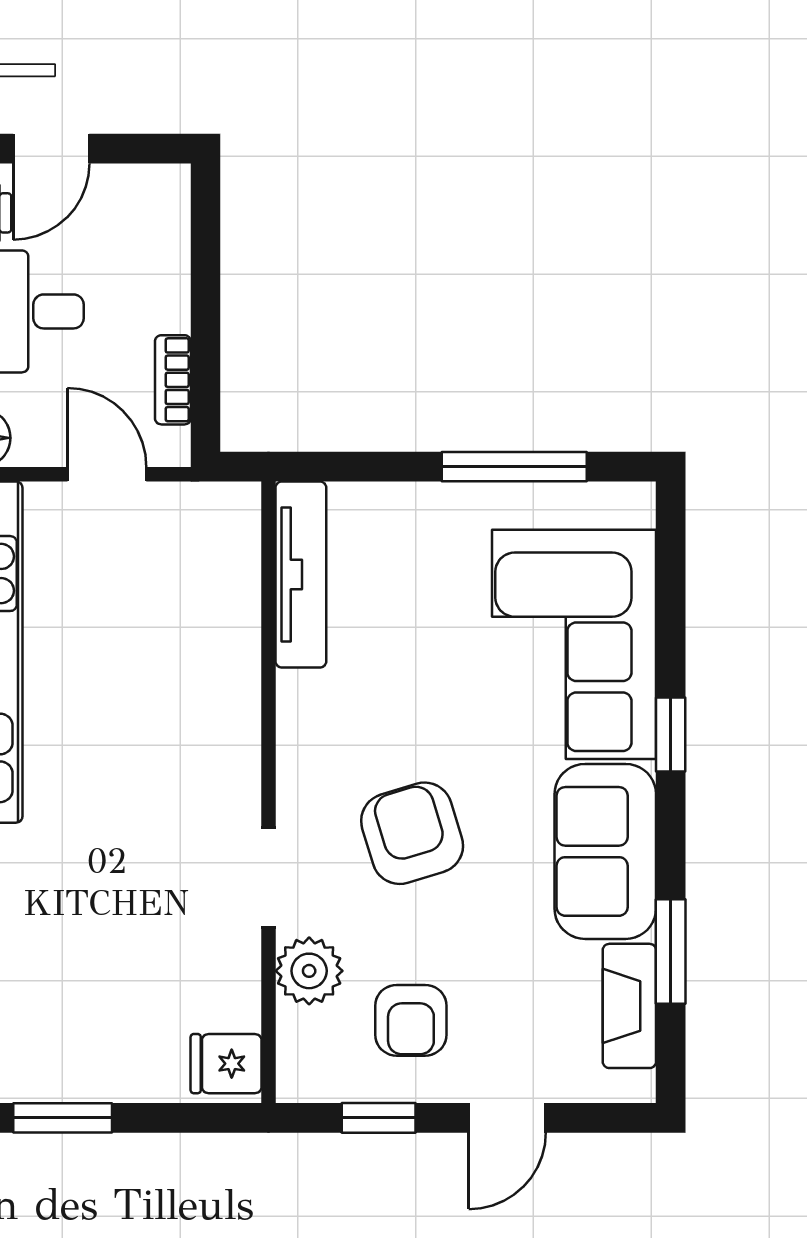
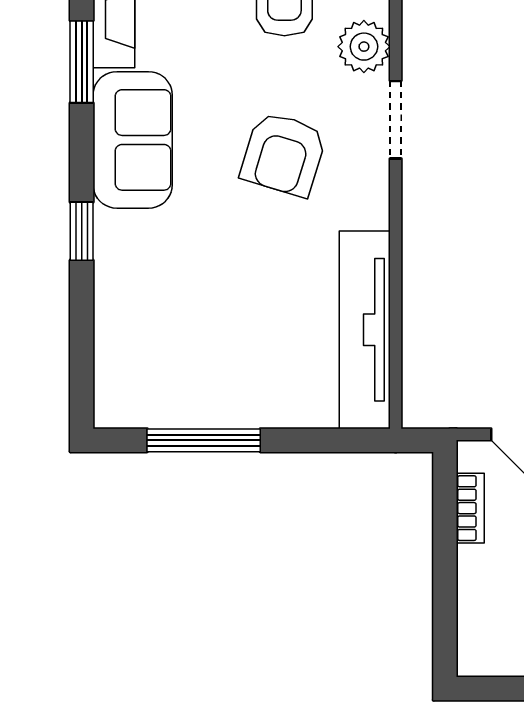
tv unit: (301, 575) -> (365, 330), width x1.36, depth x1.29
corner sofa: (574, 644) -> (157, 302), removed
armchair: (412, 833) -> (284, 154), turned 34

